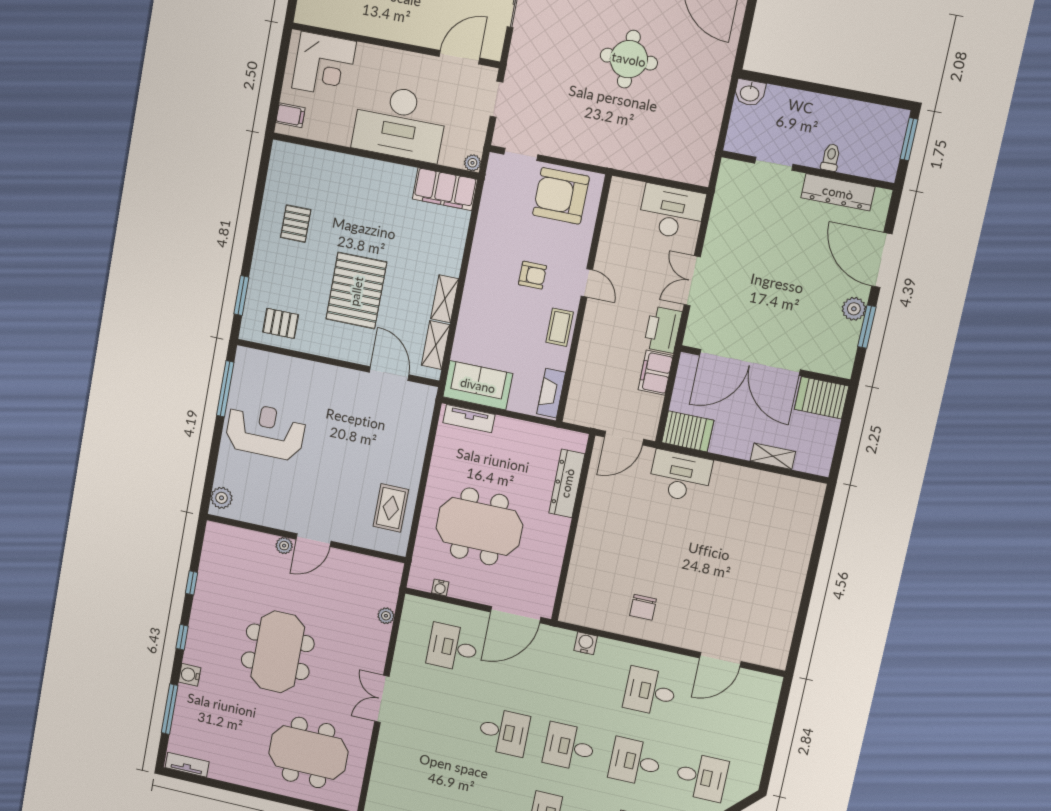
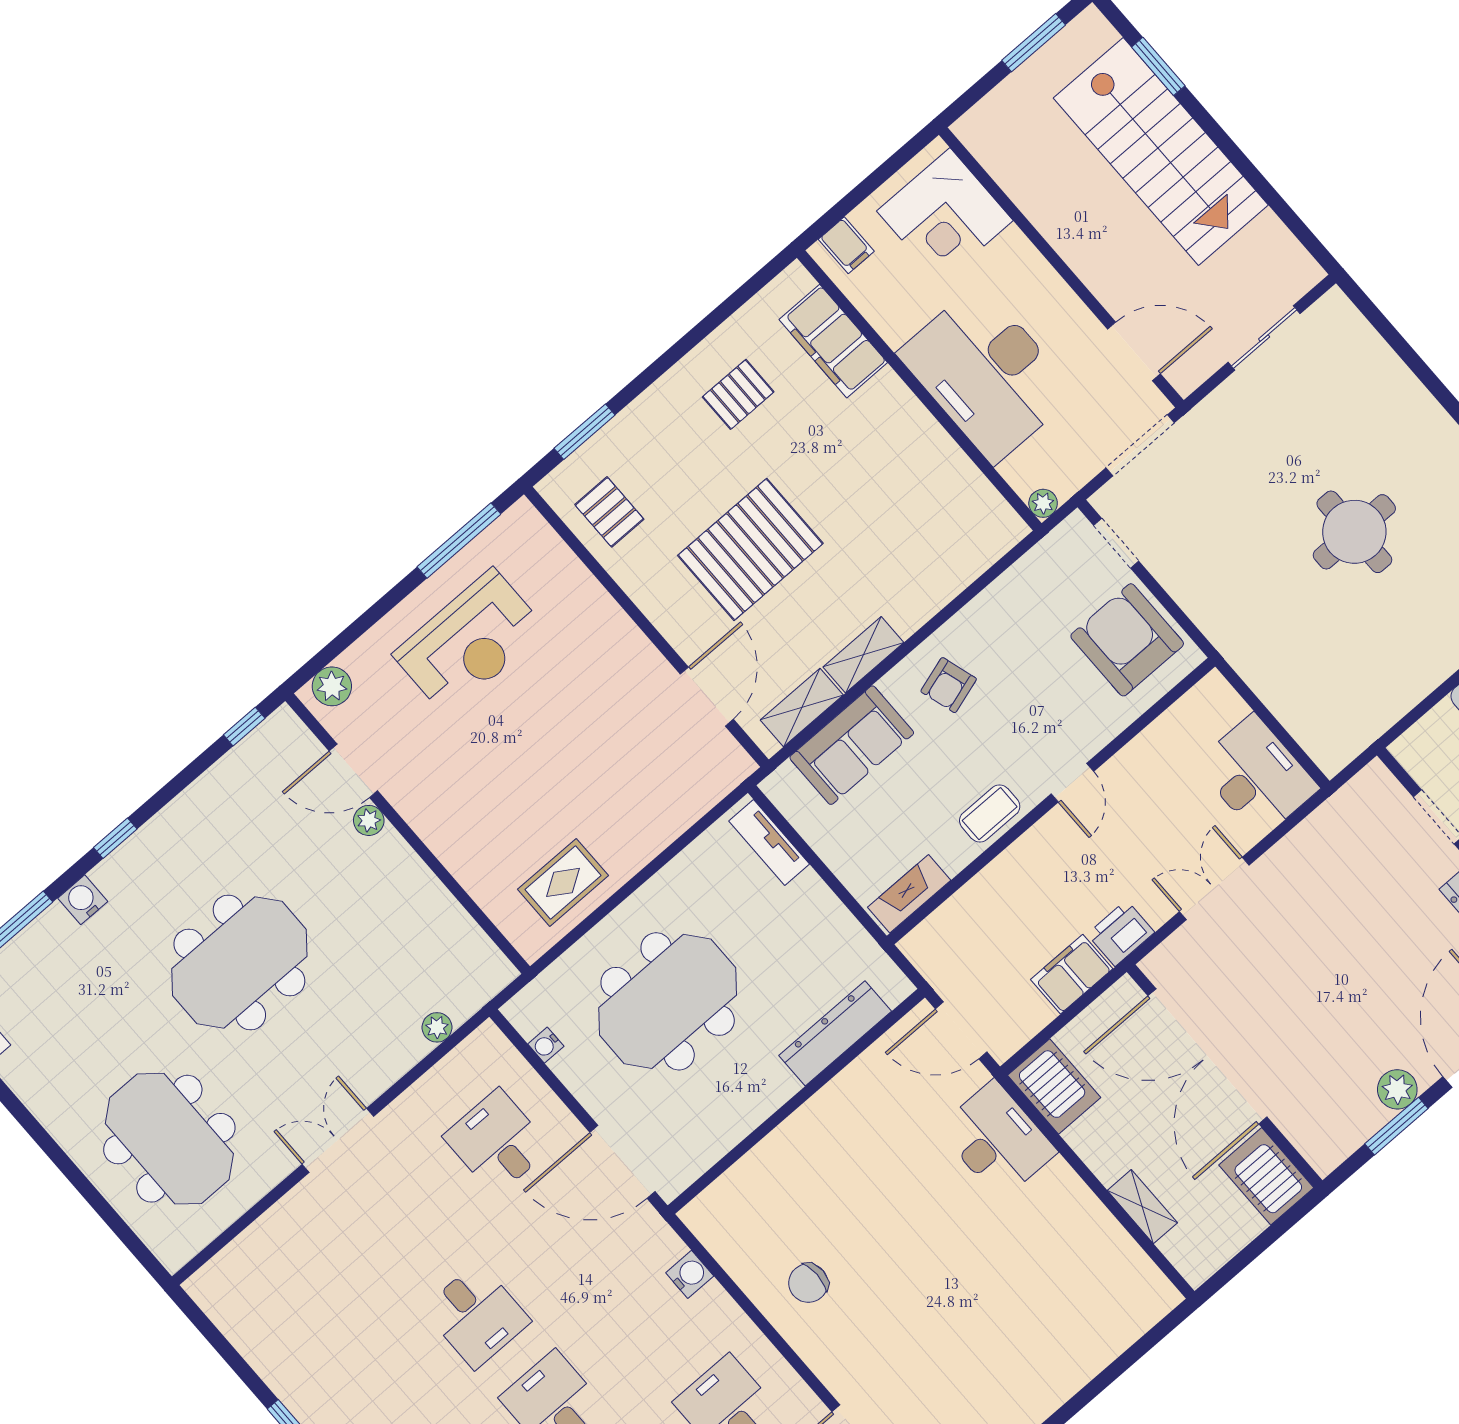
doorway: (496, 99) -> (1140, 445), width x1.38
filing cabinet: (445, 189) -> (833, 341), moved
armchair: (532, 275) -> (949, 685), moved, turned 73
printer: (663, 330) -> (1121, 933), width x0.73, depth x0.84
sofa: (478, 385) -> (852, 745), moved, turned 90
reception desk: (265, 431) -> (470, 642), turned 90
meeting table: (479, 526) -> (668, 1001), turned 90
door: (313, 540) -> (353, 771), moved
window: (192, 583) -> (244, 727), moved

